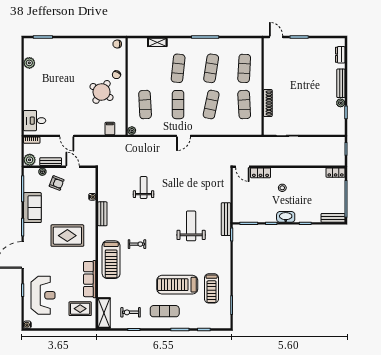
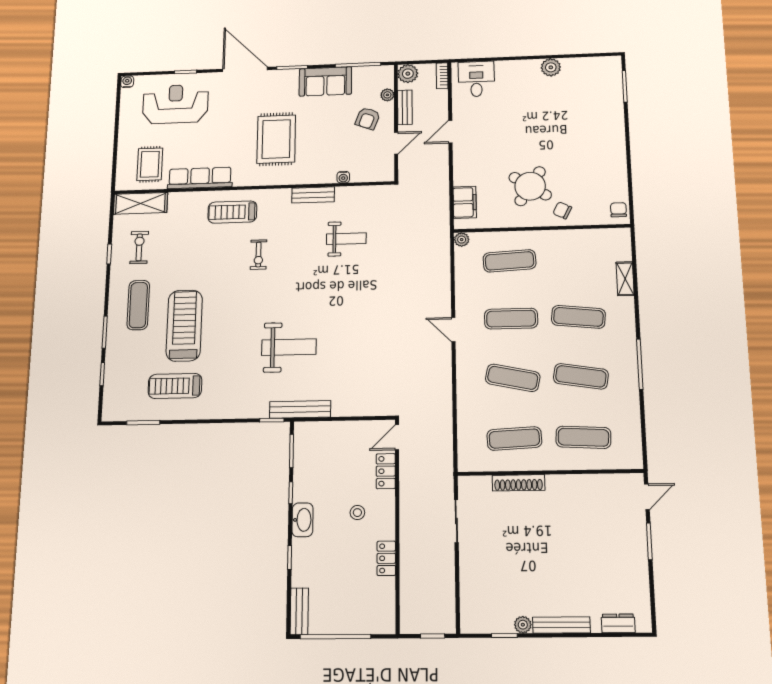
plant: (29, 63) -> (551, 67), moved
filing cabinet: (110, 129) -> (465, 202), width x2.00
locker: (336, 173) -> (386, 558), moved
weight bench: (144, 188) -> (346, 239), moved
treadmill: (111, 260) -> (232, 212), width x0.73, depth x0.73
reception desk: (43, 295) -> (175, 104), turned 180

